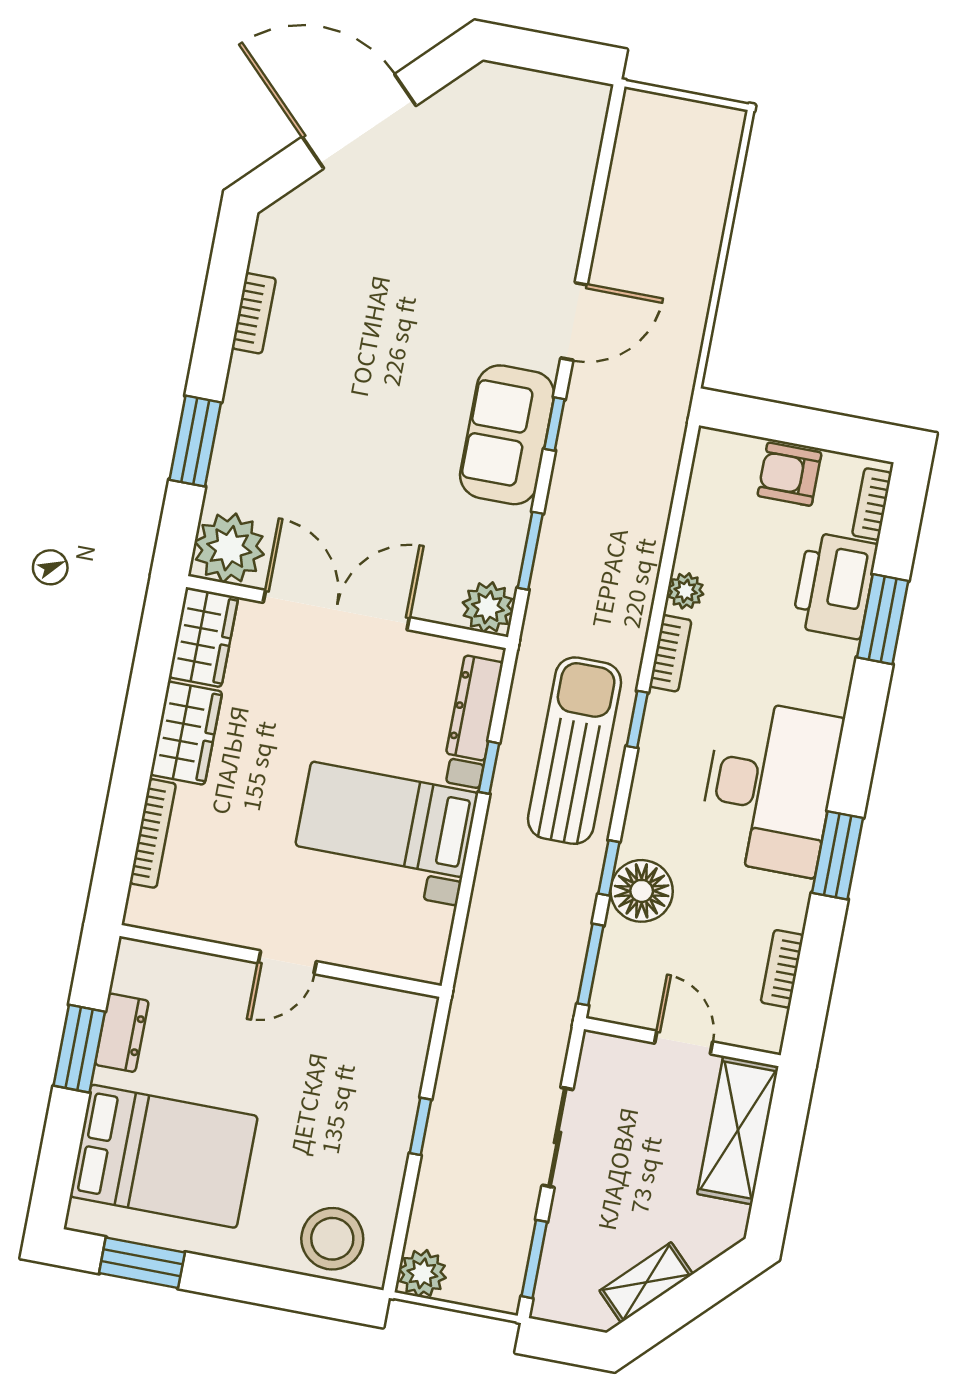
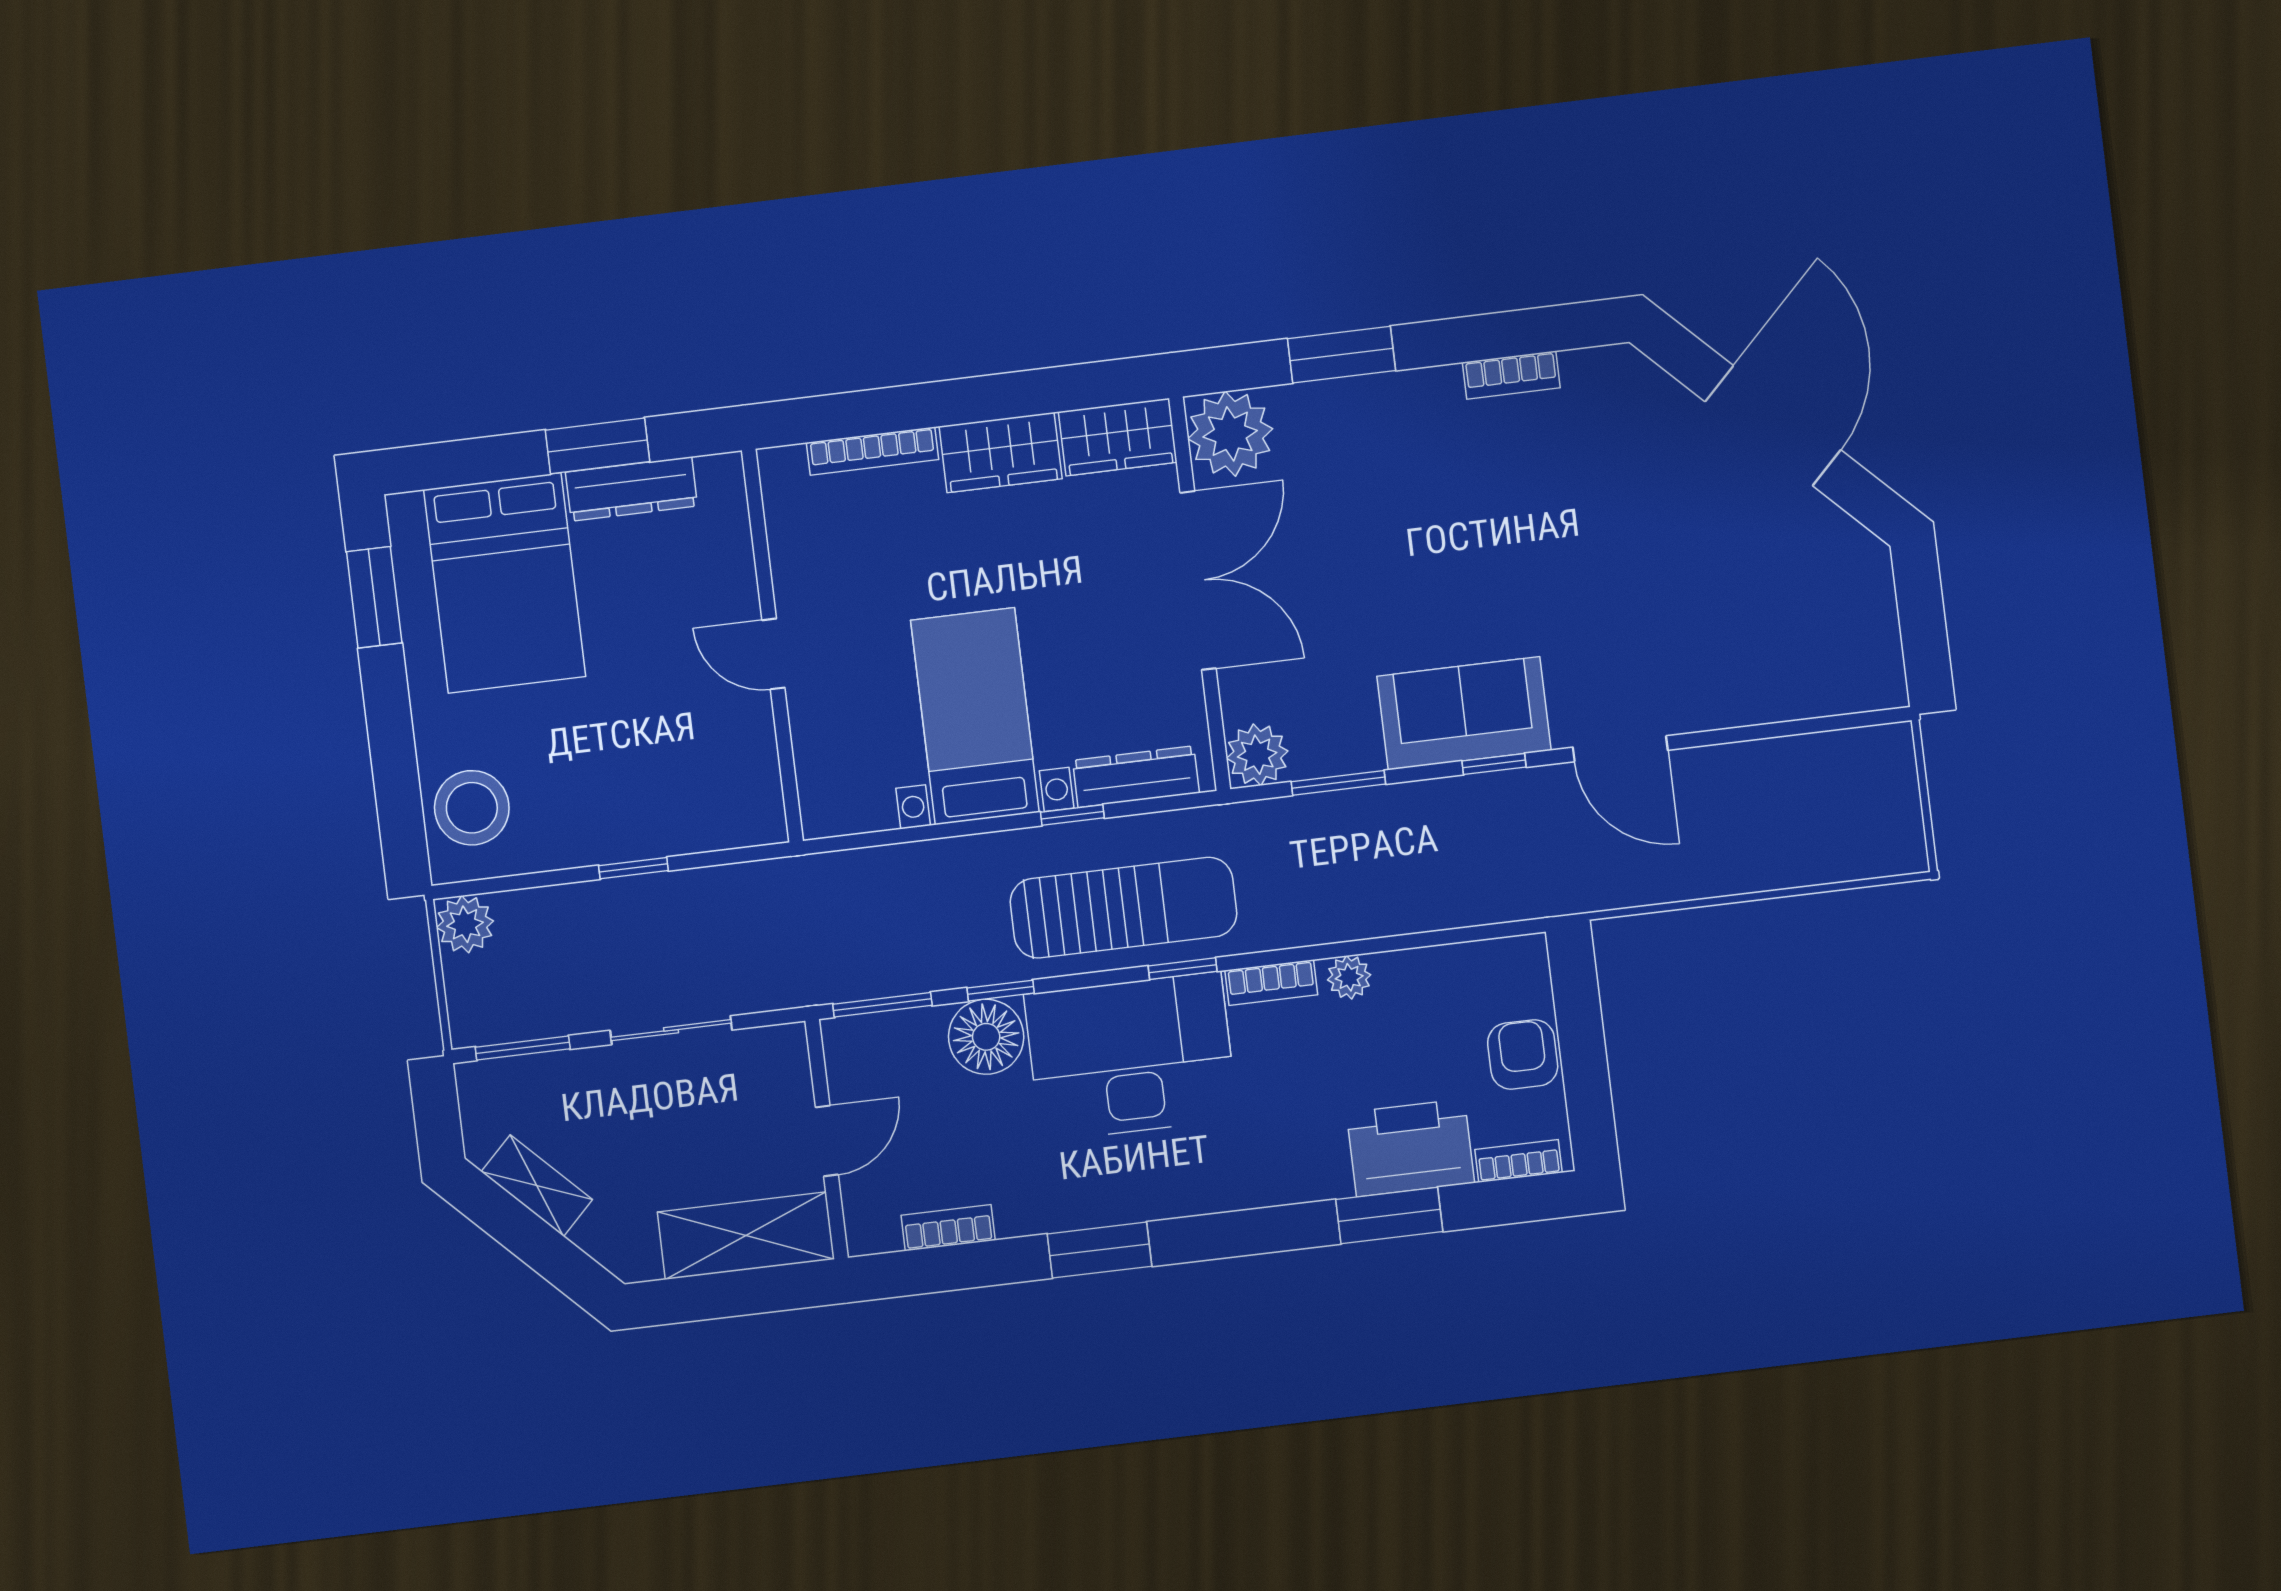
desk: (770, 787) -> (1131, 1056), moved, turned 180
dresser: (122, 1033) -> (631, 489), width x1.44

